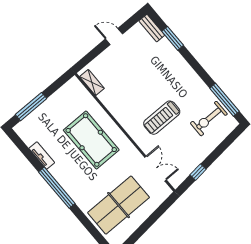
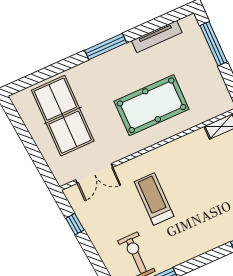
tv unit: (42, 155) -> (157, 37), width x1.41
window: (57, 188) -> (106, 46), width x0.68

